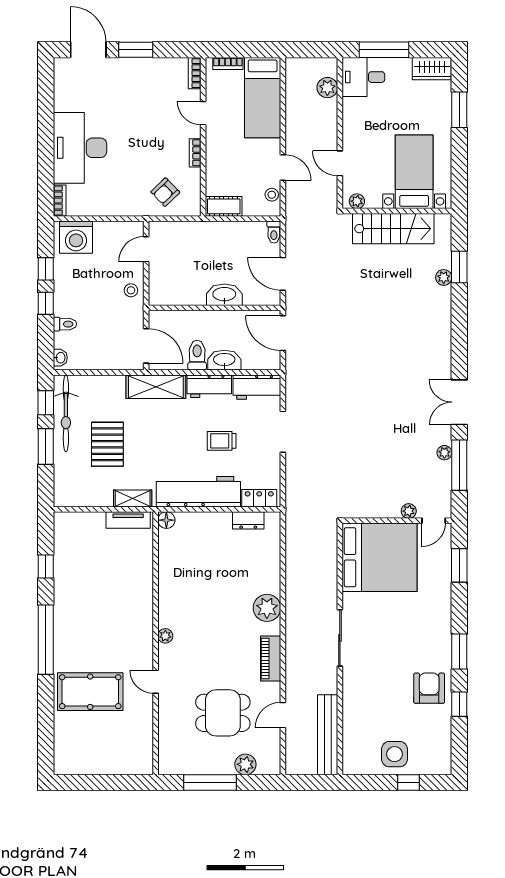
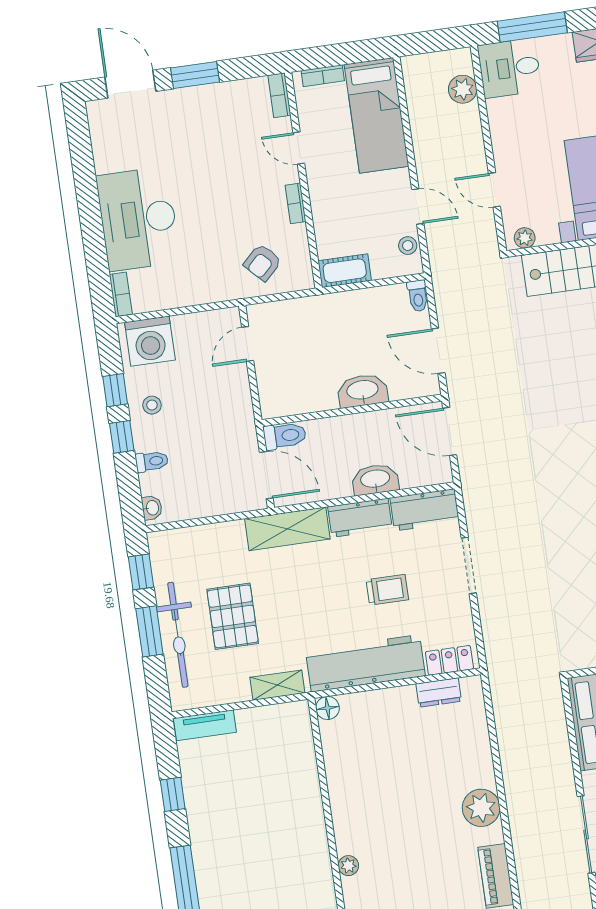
stool: (131, 290) -> (152, 405), moved
toilet: (197, 355) -> (285, 436), moved, turned 90
bicycle: (66, 413) -> (178, 635), moved
trolley: (222, 441) -> (387, 590), turned 180
tv unit: (128, 520) -> (205, 725), moved

